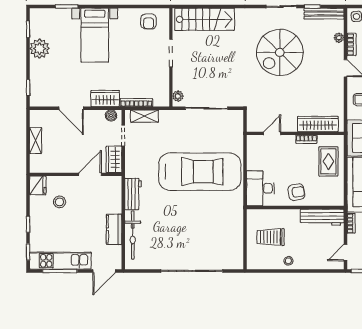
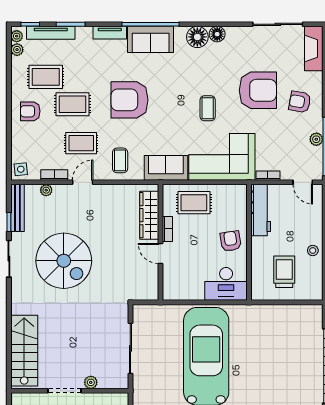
plant: (178, 96) -> (91, 382), moved
door: (272, 133) -> (160, 253), moved
trolley: (271, 237) -> (284, 272), turned 180

